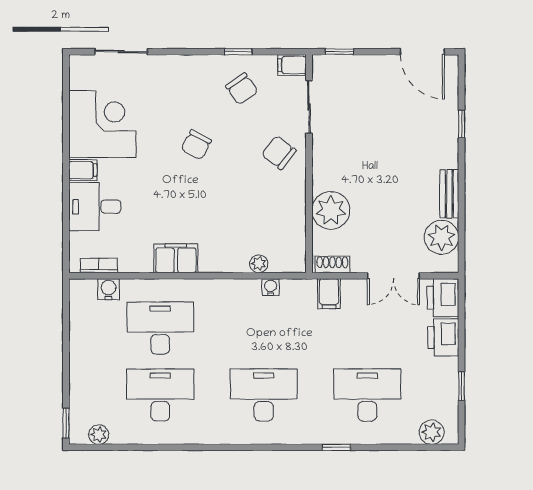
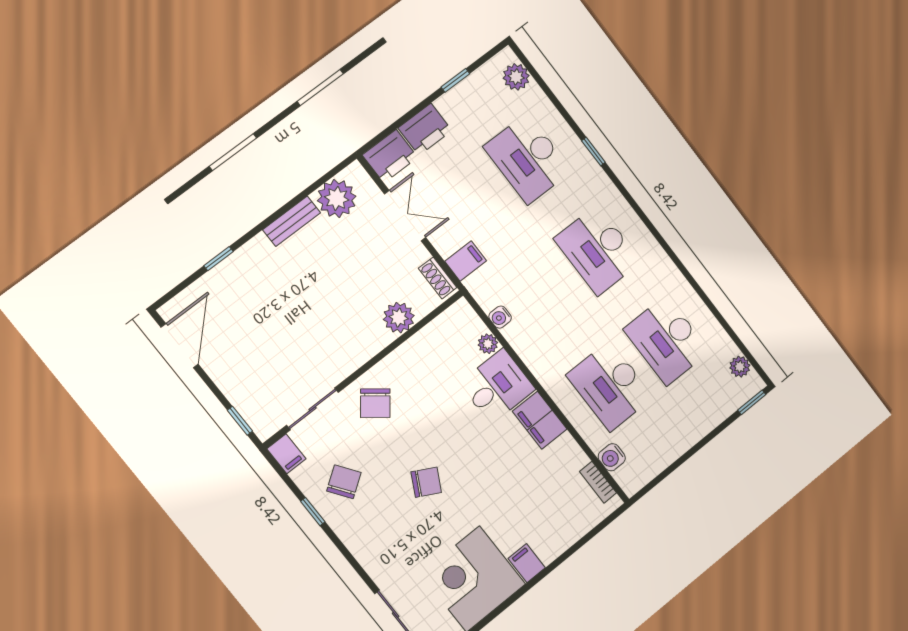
desk: (95, 207) -> (497, 386), moved, turned -90
plant: (331, 210) -> (399, 318), width x0.73, depth x0.73

